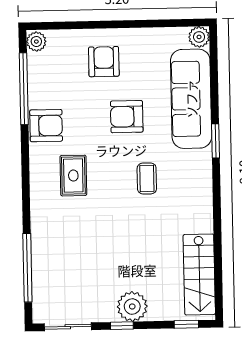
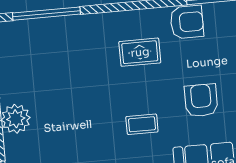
armchair: (46, 126) -> (187, 22), turned -90

